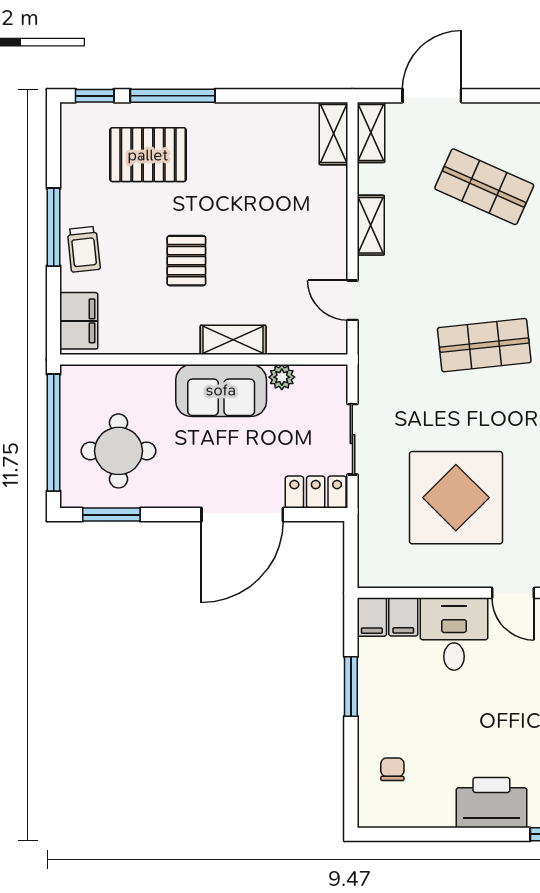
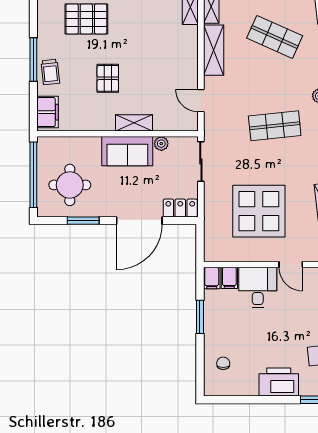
shelving: (371, 225) -> (214, 50), width x1.50, depth x1.33
sliding door: (352, 439) -> (201, 161), moved
window: (111, 515) -> (83, 221), moved

